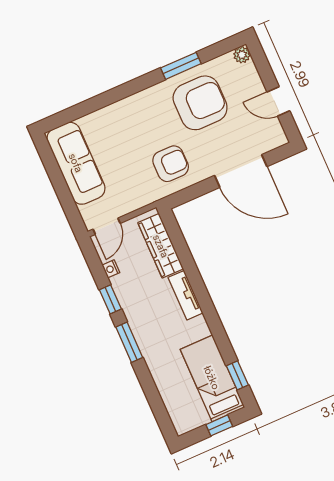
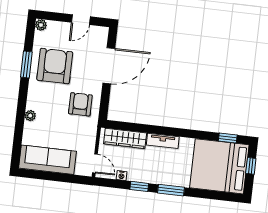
plant: (119, 109) -> (30, 116), added
bed: (212, 378) -> (219, 166), width x2.04

